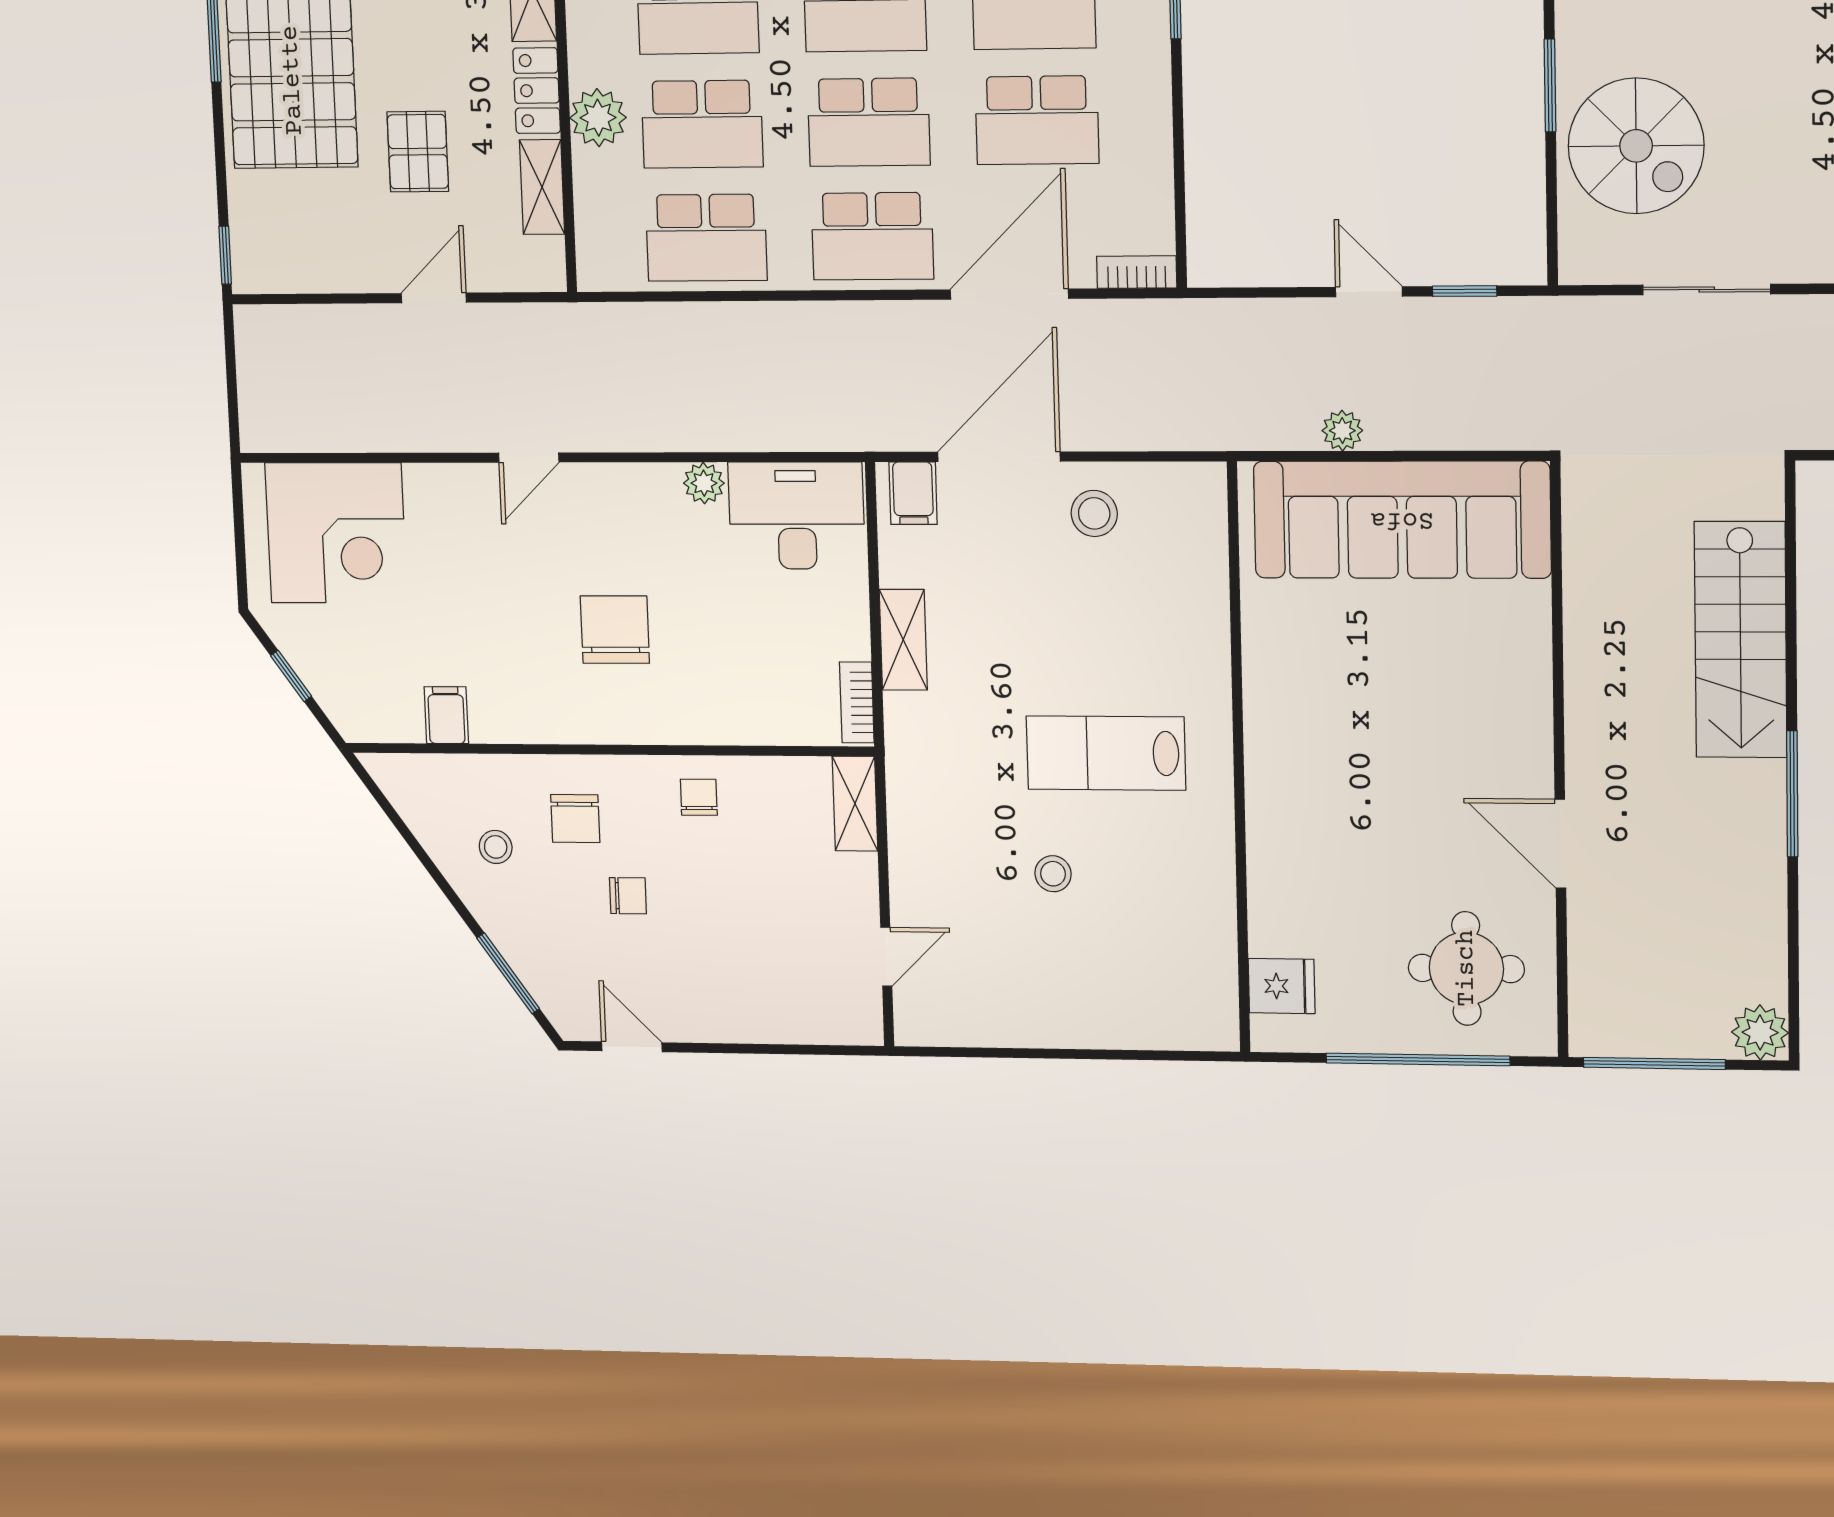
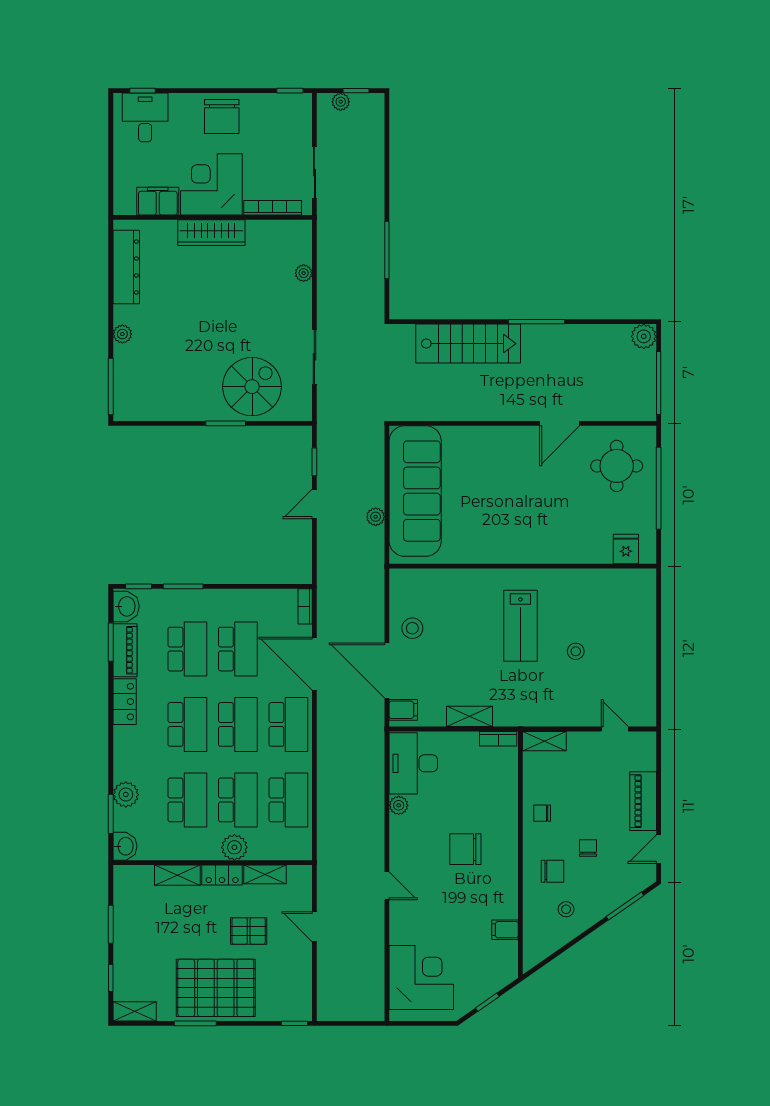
piano: (733, 1015) -> (643, 801), added

